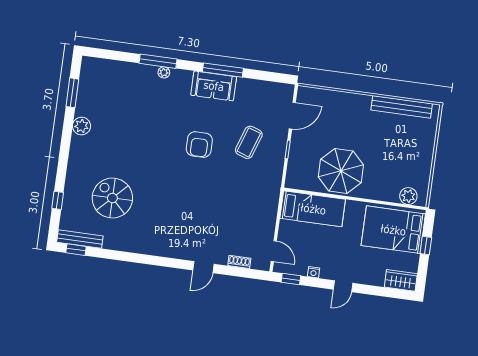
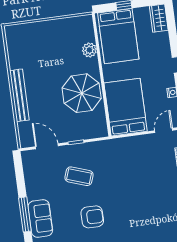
bench: (402, 107) -> (19, 95), moved
plant: (408, 196) -> (89, 50), moved
bed: (313, 209) -> (126, 107), width x1.50

